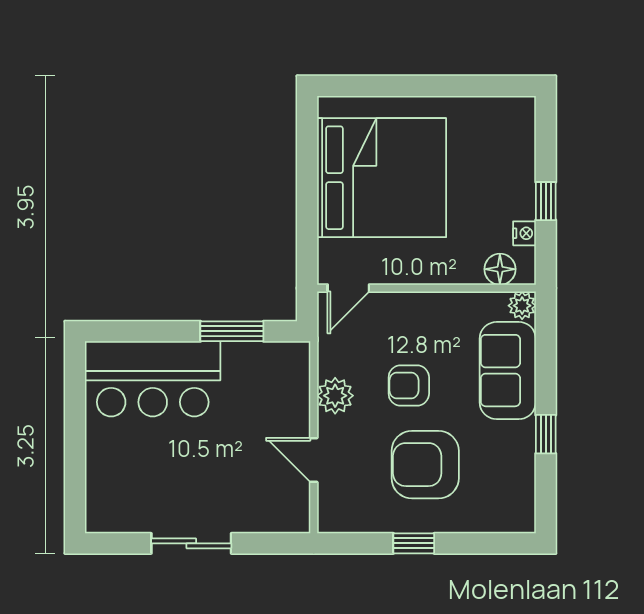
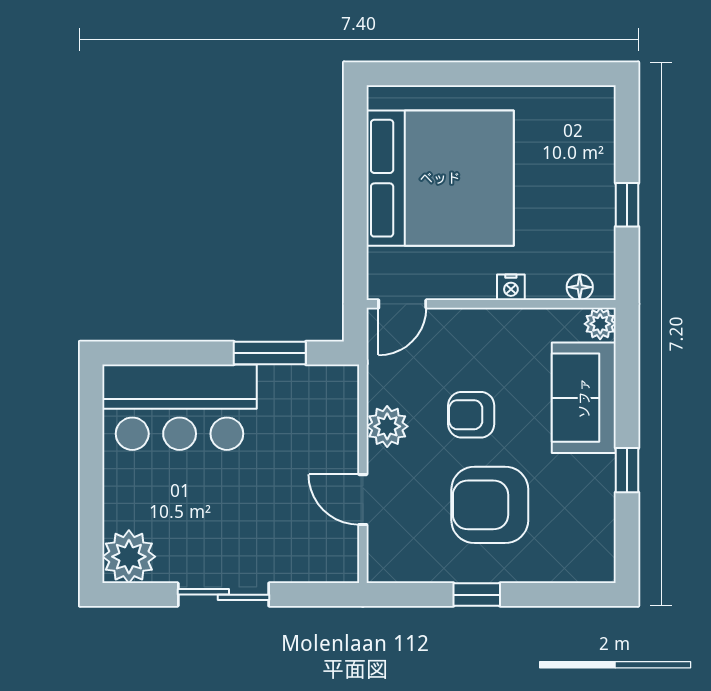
nightstand: (524, 233) -> (511, 287), moved, turned 90
floor lamp: (500, 269) -> (580, 287), width x0.73, depth x0.73
plant: (108, 510) -> (129, 557), added

